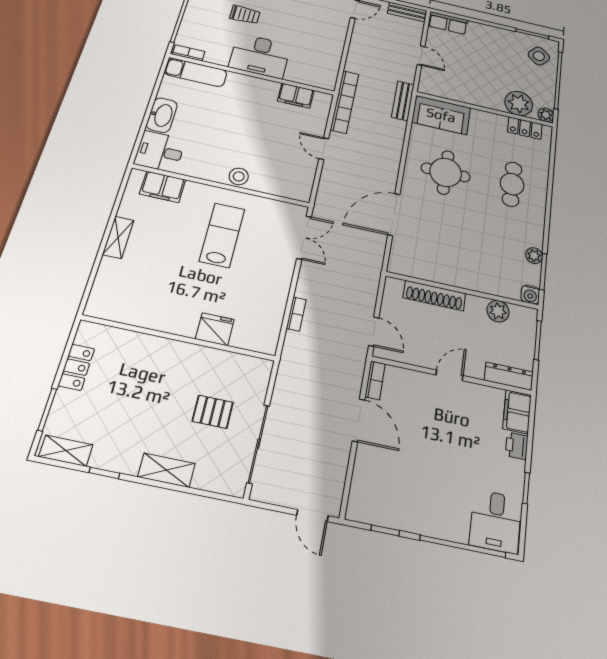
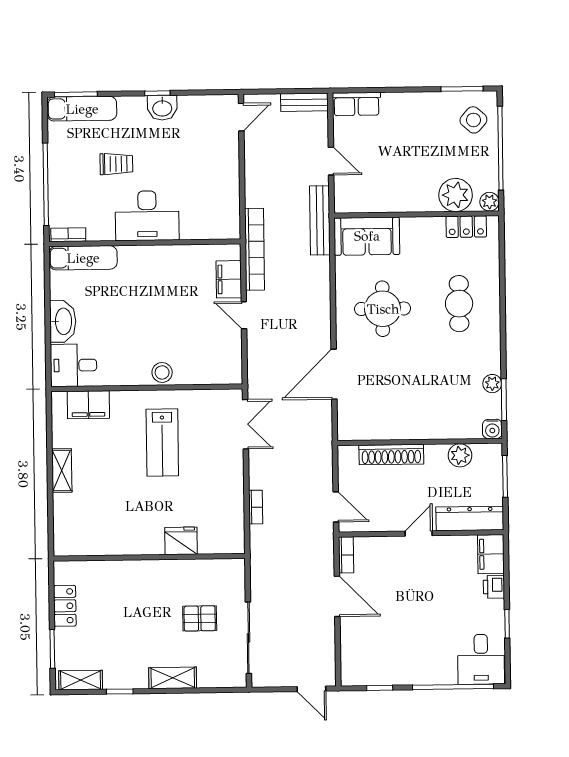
filing cabinet: (296, 96) -> (229, 279), moved, turned 90
bench: (403, 101) -> (320, 220), width x1.36
lab bench: (222, 235) -> (162, 442), turned 180
dresser: (509, 376) -> (470, 518), width x1.37, depth x1.24

